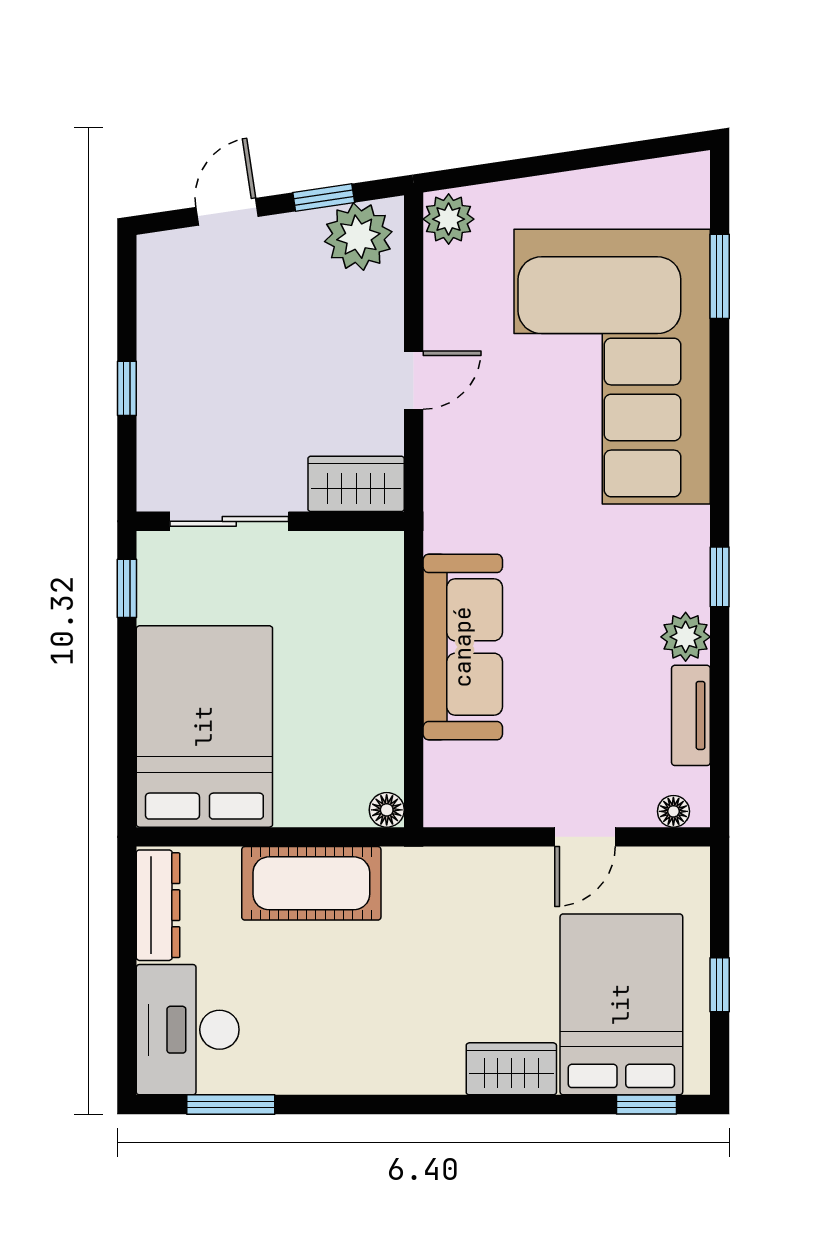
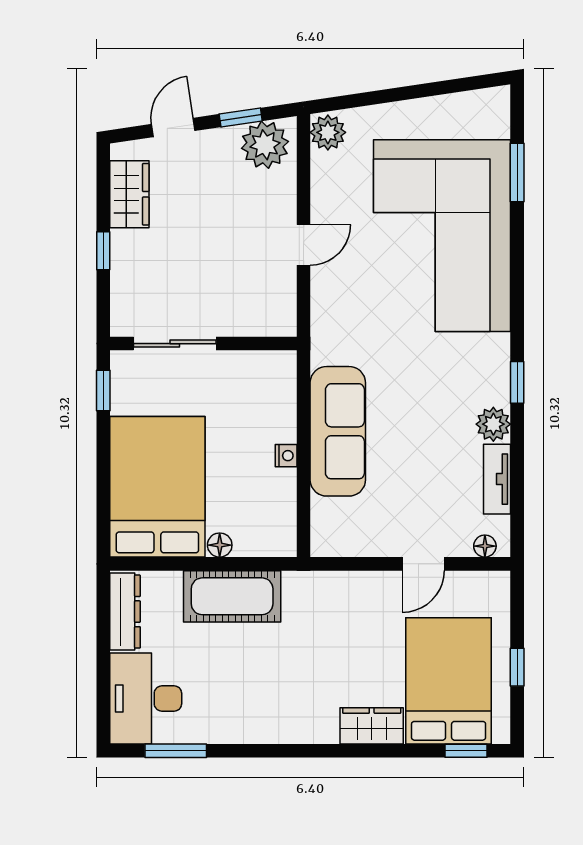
wardrobe: (356, 484) -> (129, 194), moved, turned 90
nightstand: (389, 682) -> (286, 456), added
floor lamp: (387, 810) -> (220, 545), moved

